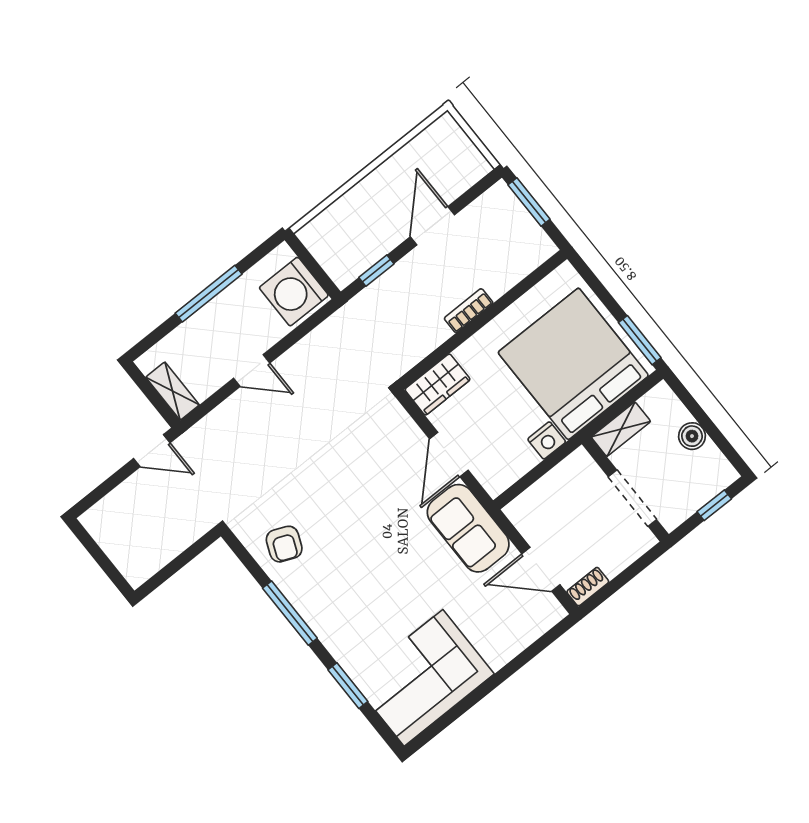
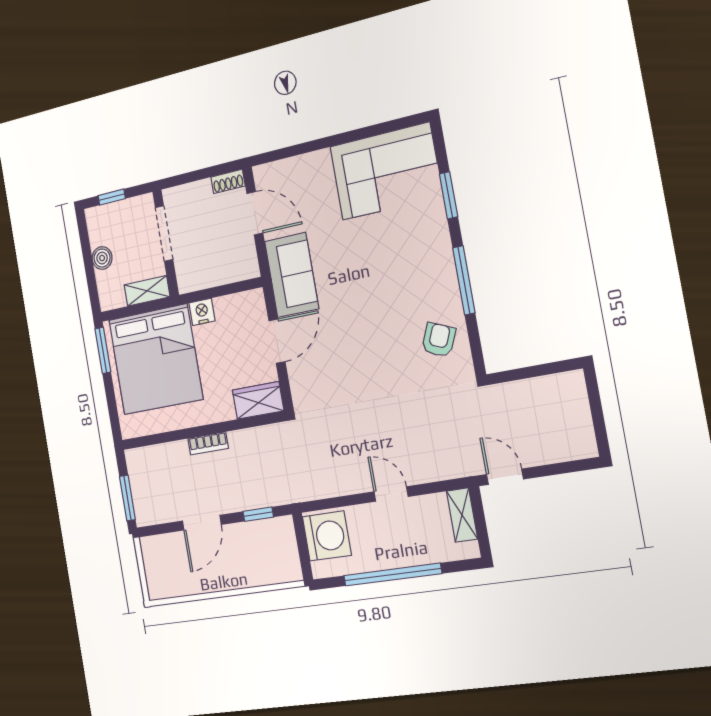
window: (209, 294) -> (392, 575), width x1.46

